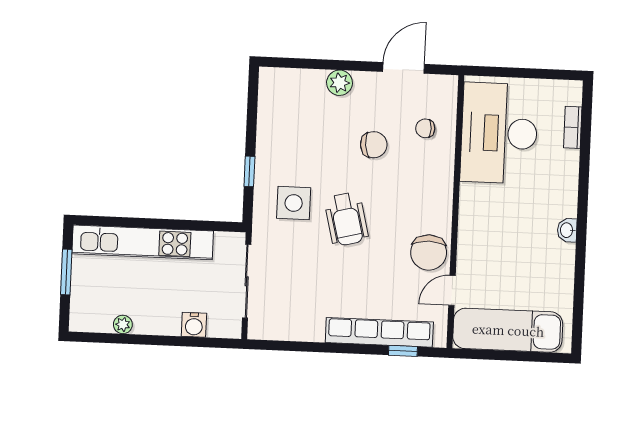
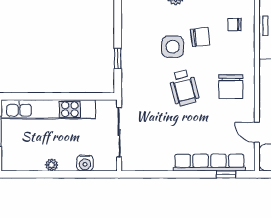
side table: (294, 203) -> (173, 47), moved
chair: (429, 253) -> (231, 87), moved
door: (452, 290) -> (257, 132), hinge flipped
plant: (123, 324) -> (52, 165), moved

